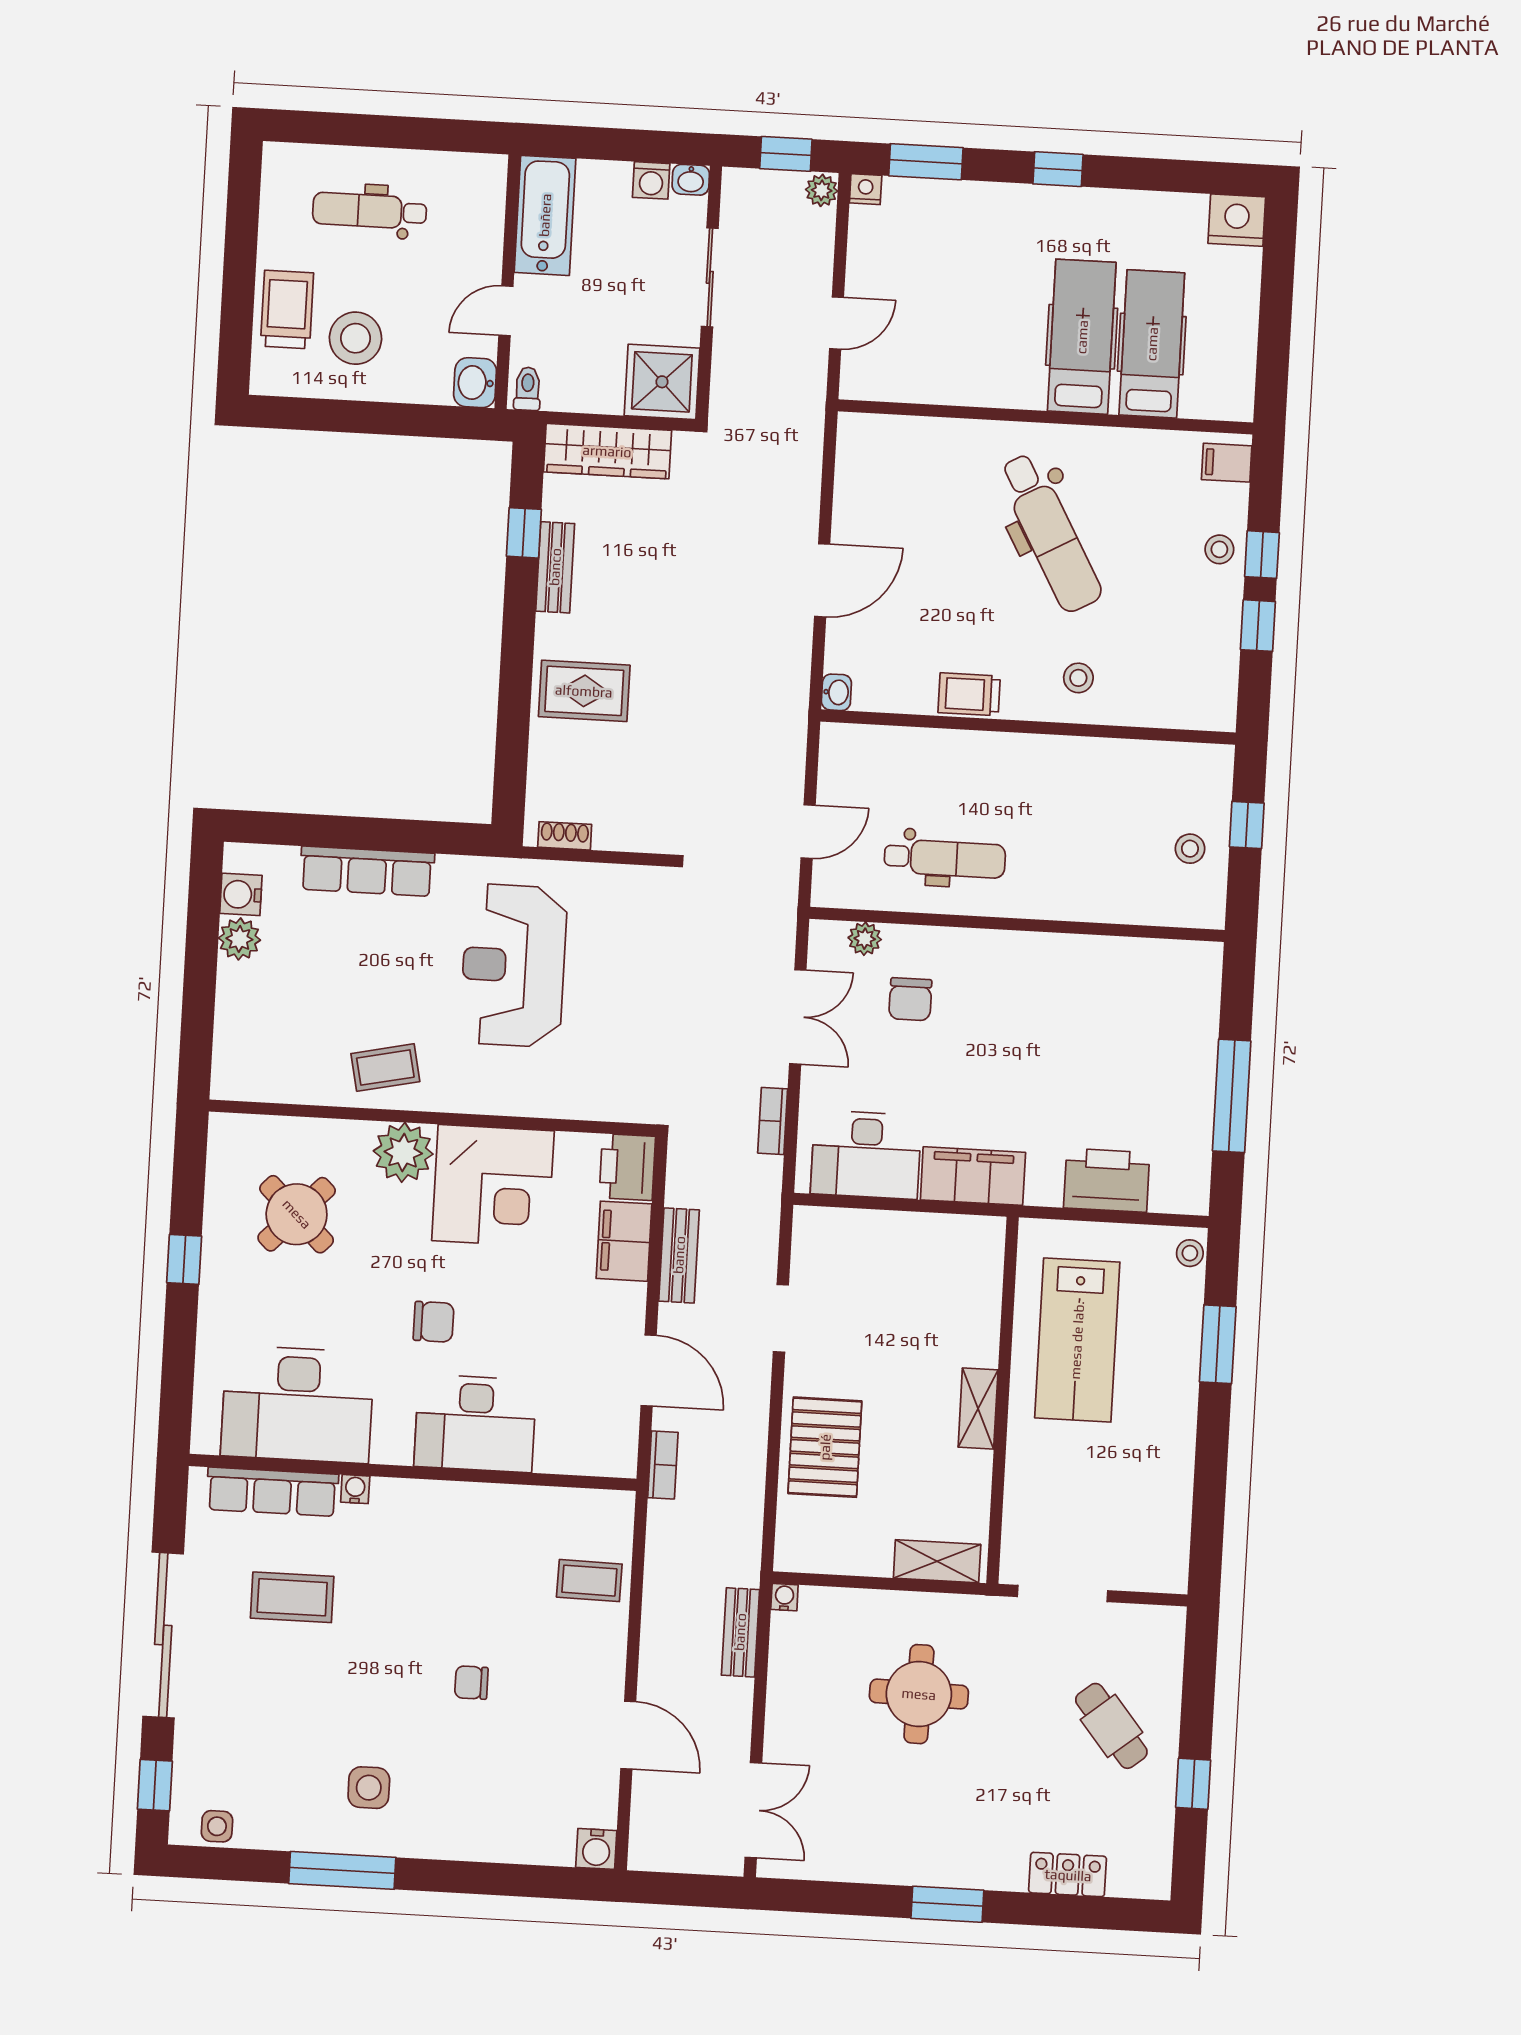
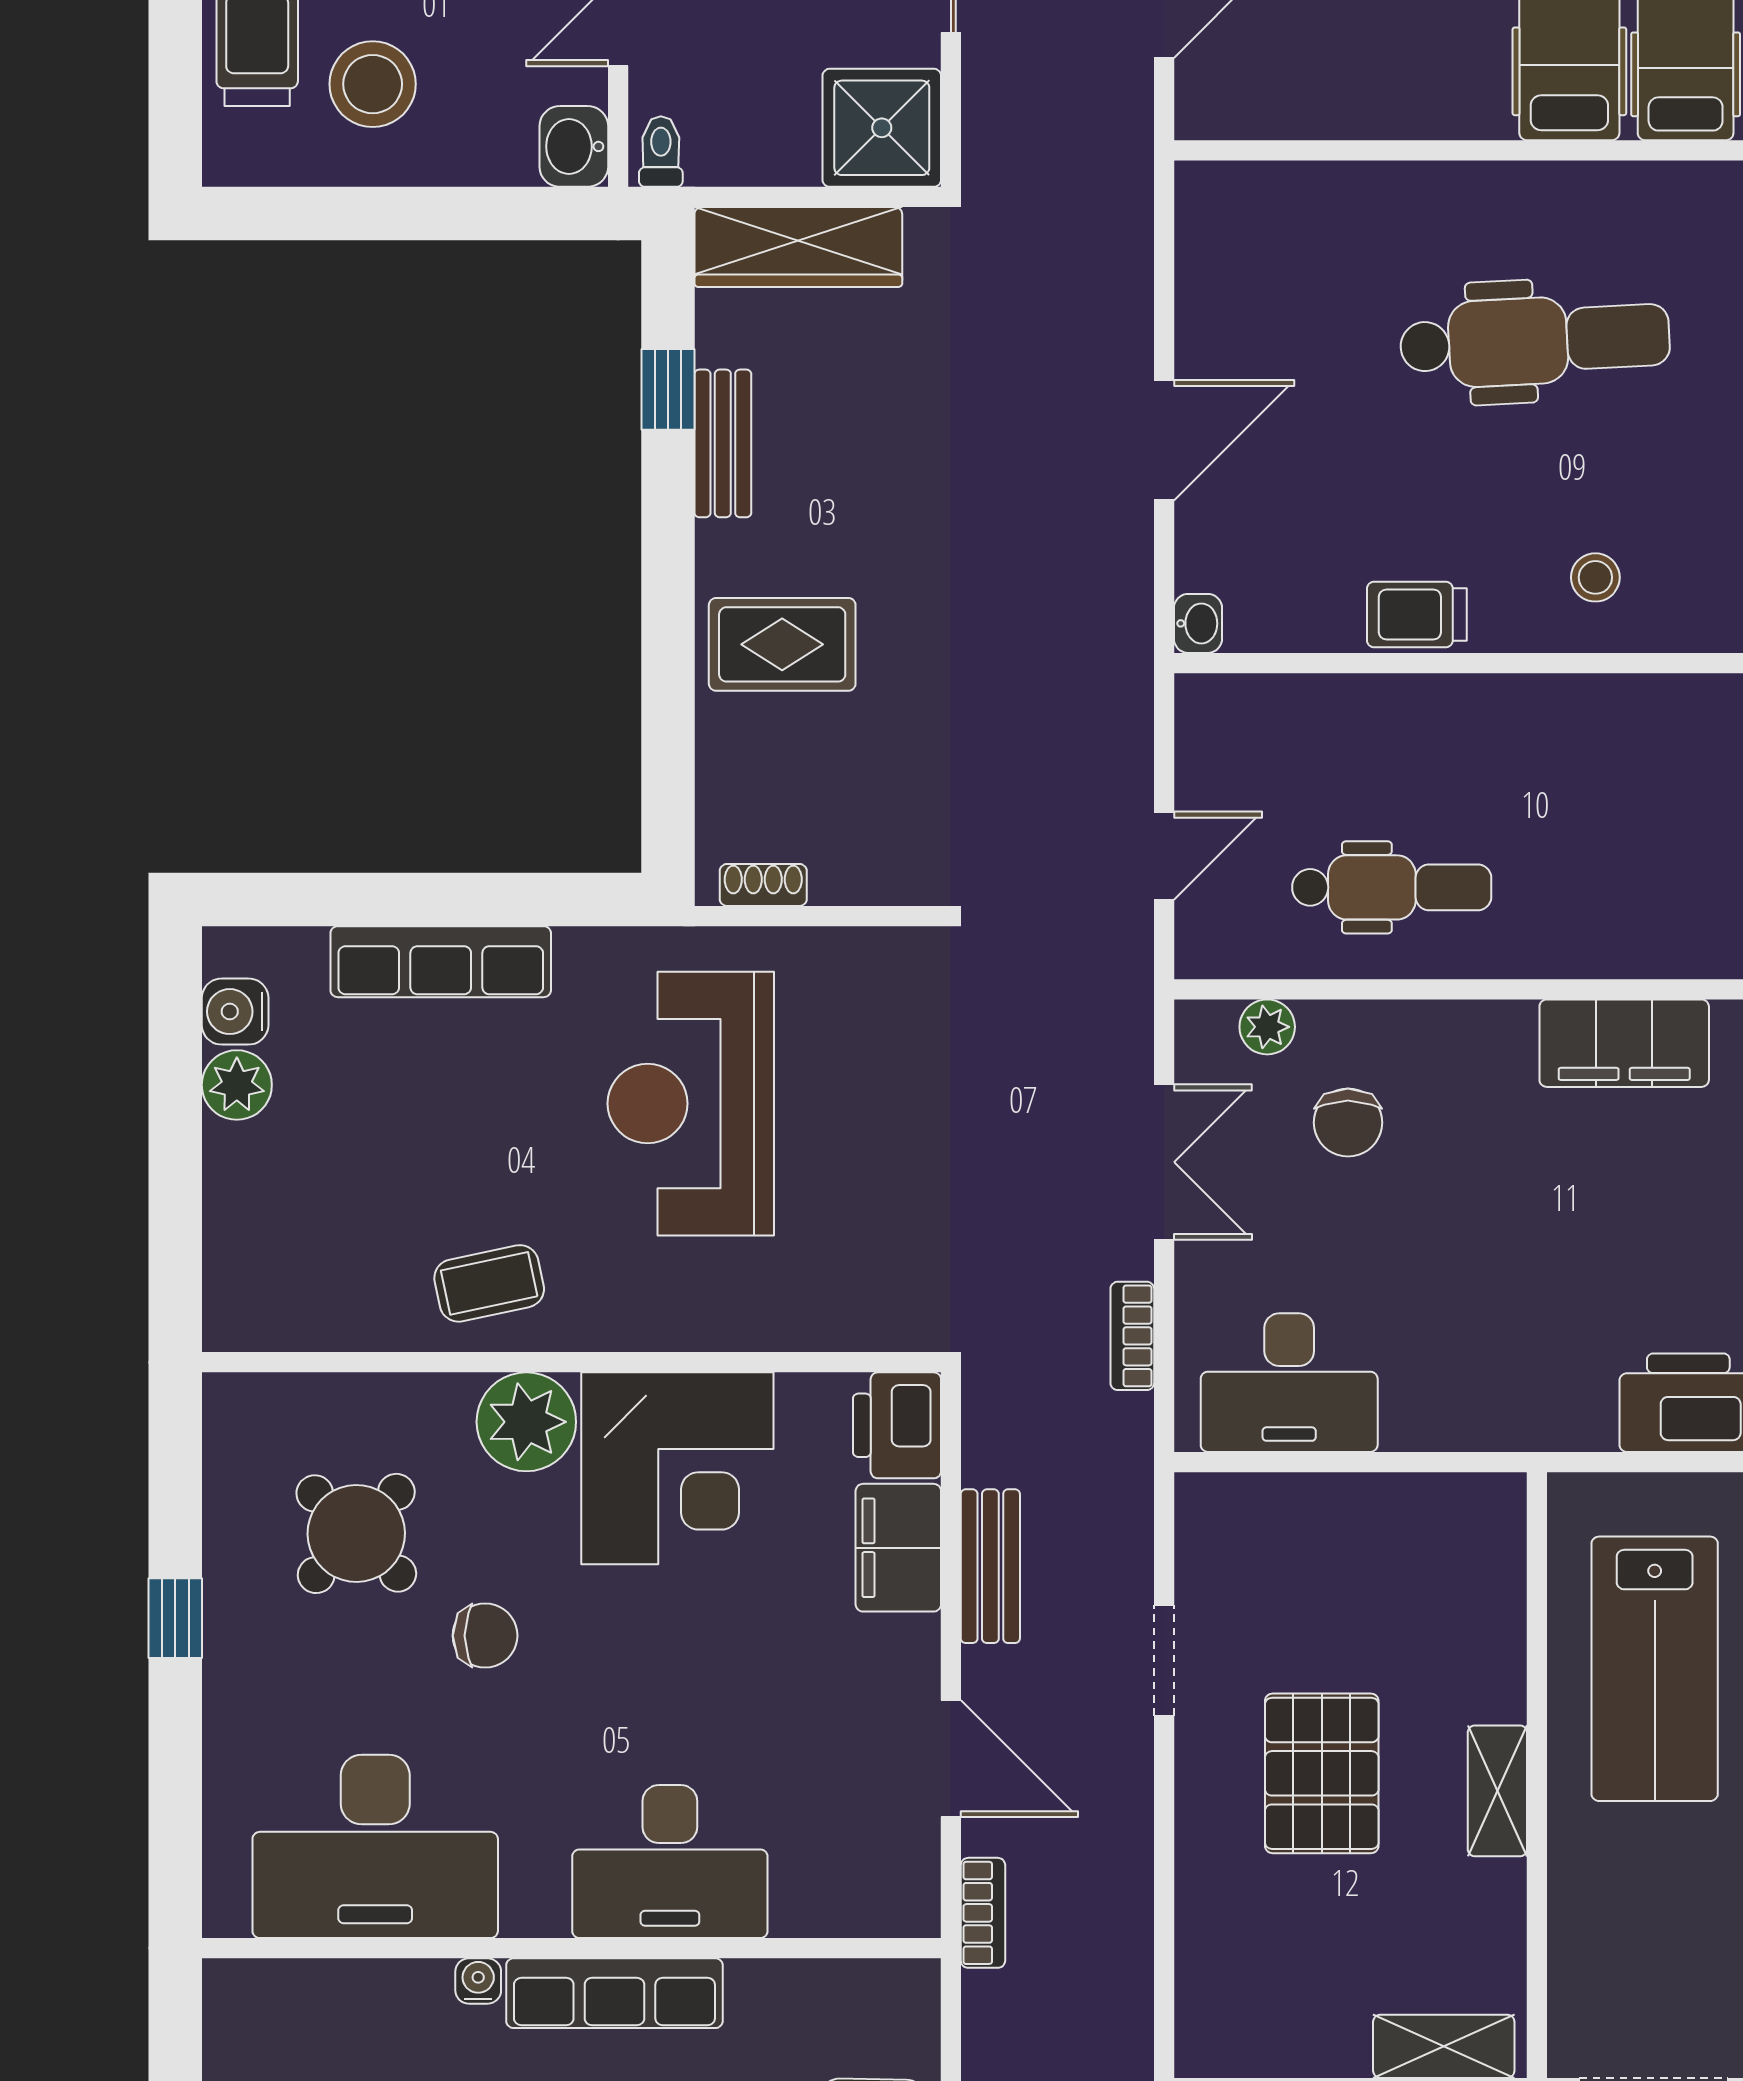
dental chair: (1050, 533) -> (1535, 341), turned -64
filing cabinet: (973, 1176) -> (1624, 1043), moved, turned 180
chair: (434, 1322) -> (485, 1636), moved
pallet: (825, 1447) -> (1322, 1773), moved
row of seats: (272, 1492) -> (614, 1993), moved

